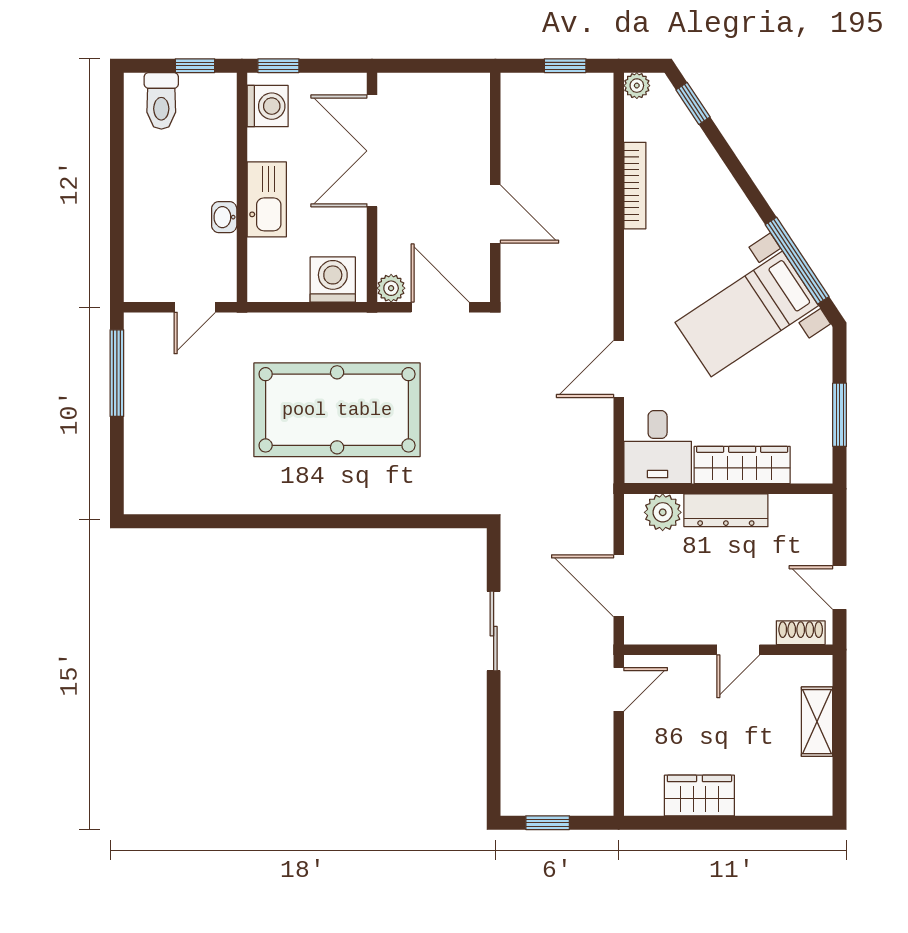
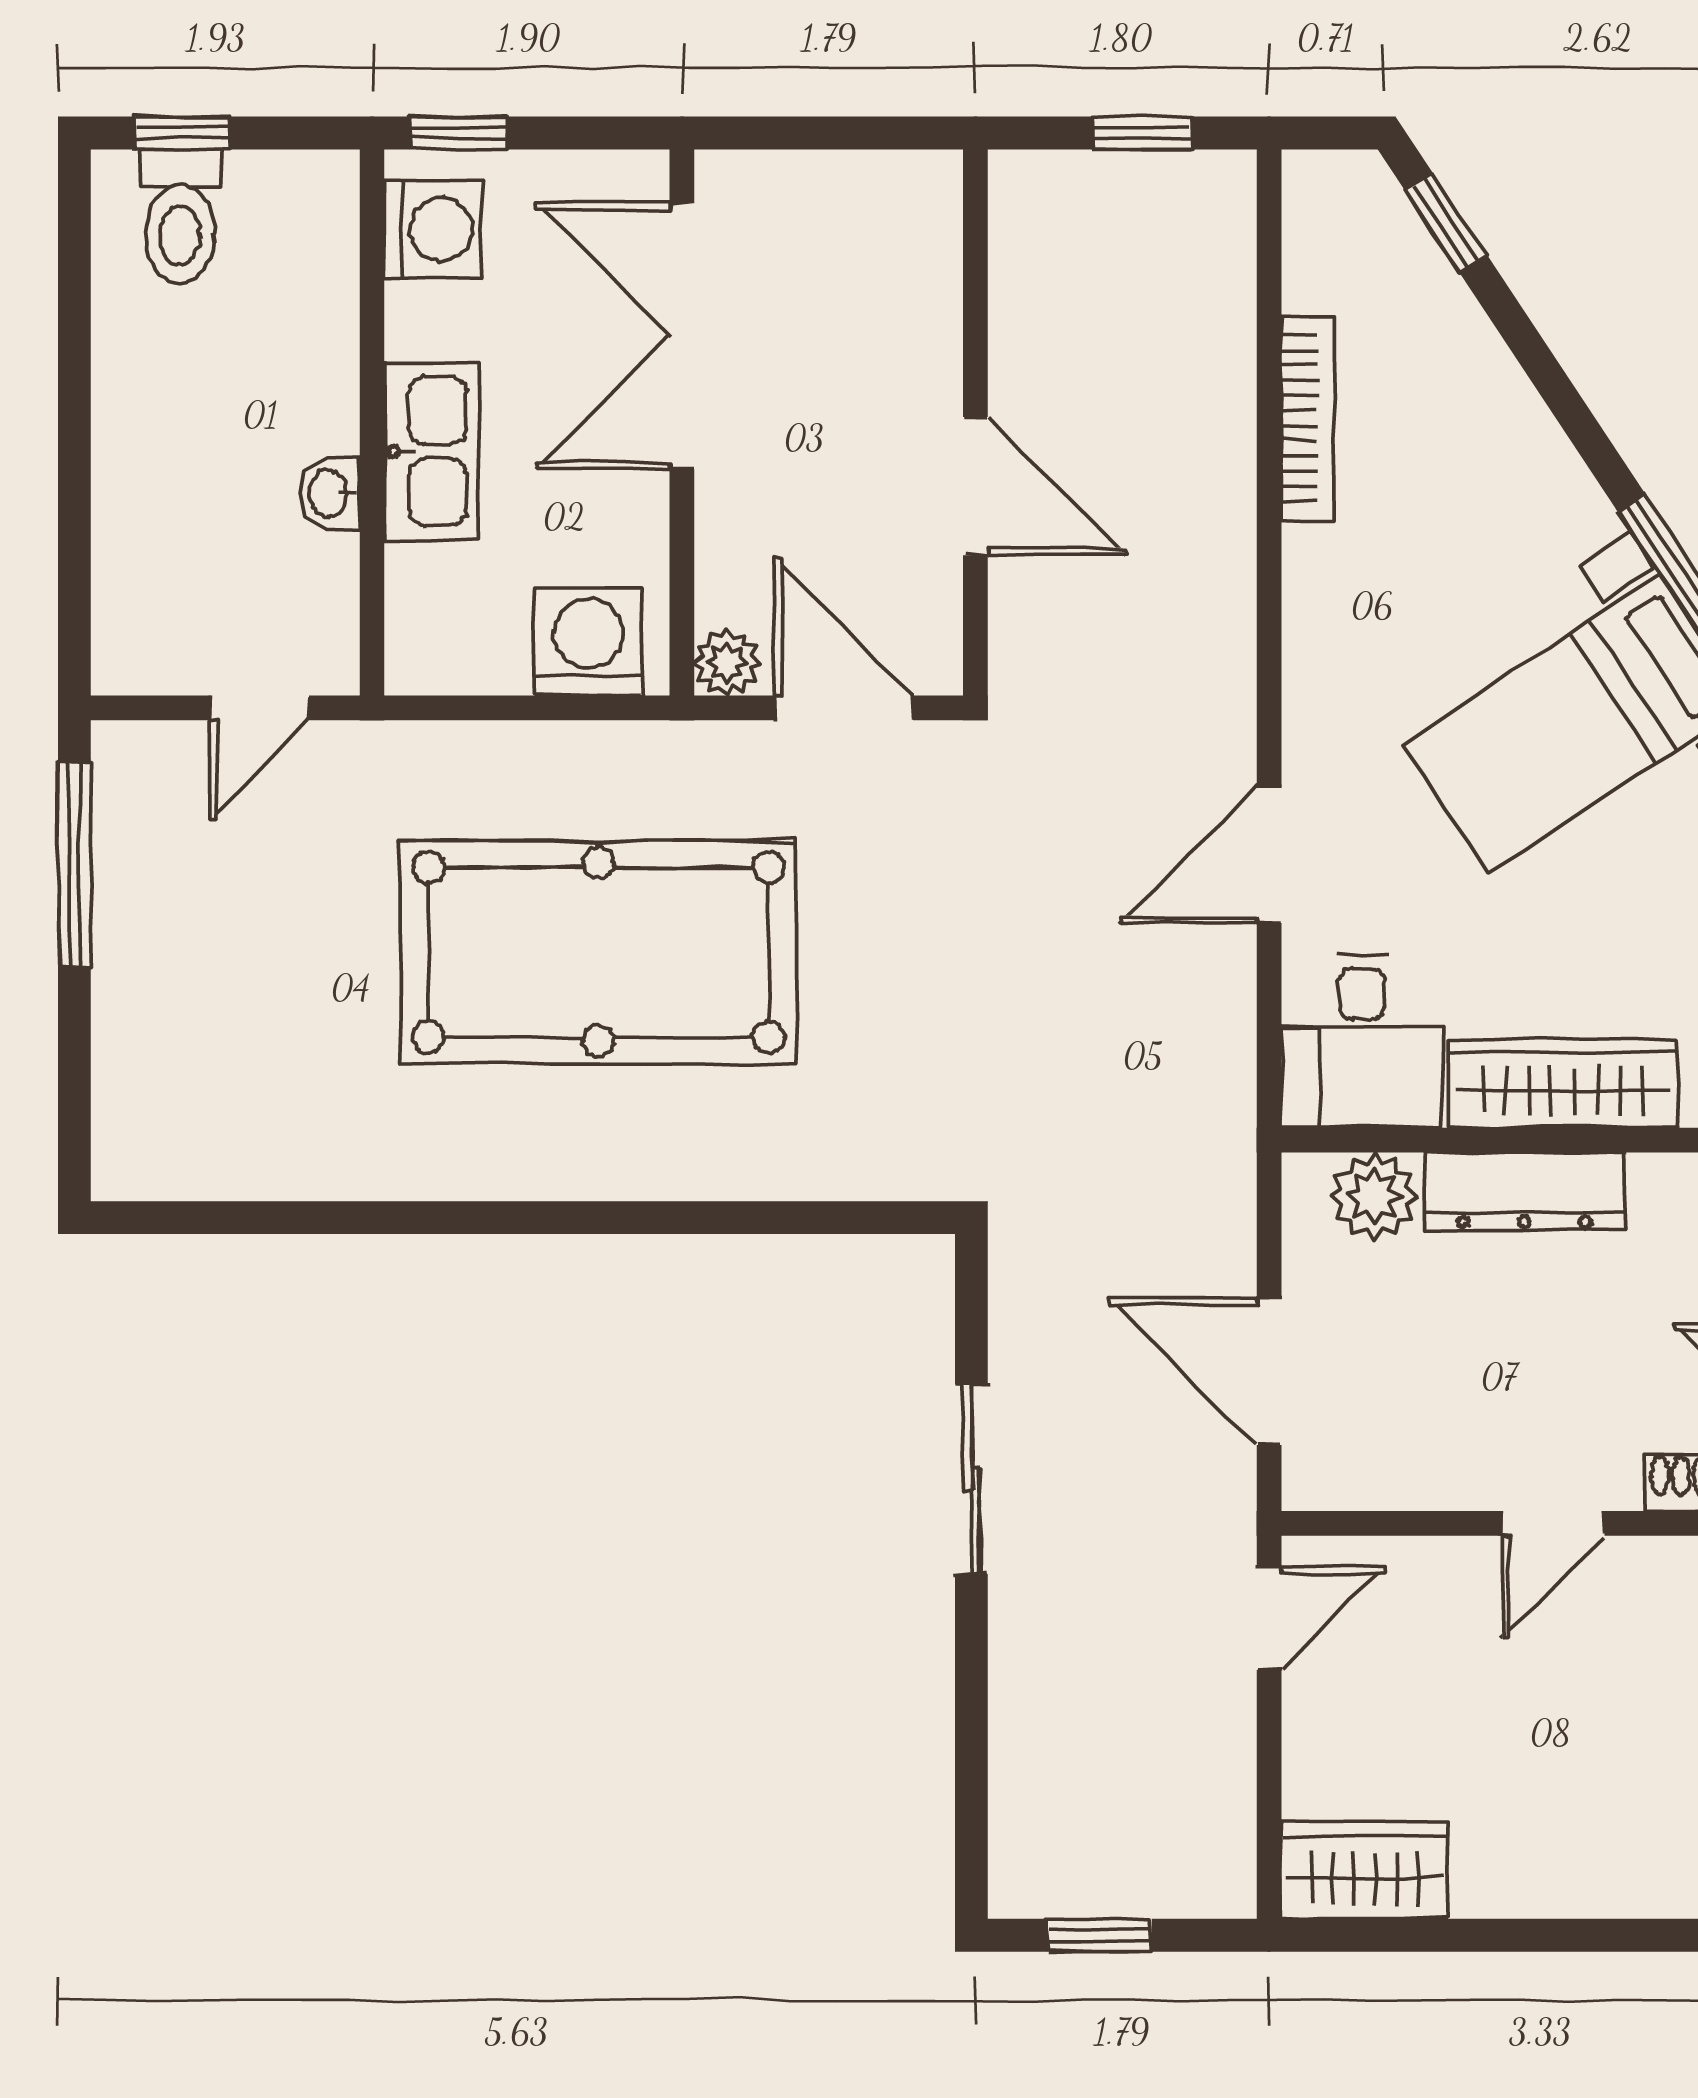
window: (195, 66) -> (183, 133), moved
plant: (637, 86) -> (1312, 180), removed
wardrobe: (699, 796) -> (1365, 1871), moved

